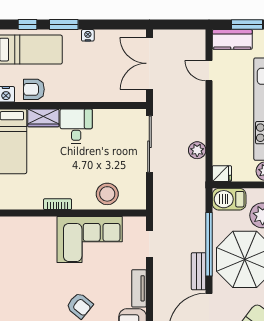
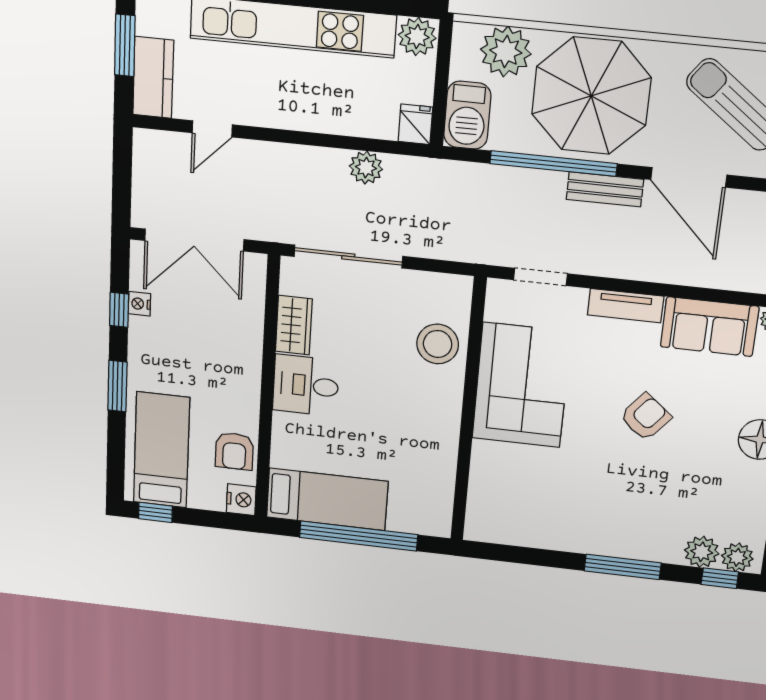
window: (28, 25) -> (119, 310), moved
nightstand: (88, 35) -> (139, 304), moved
wardrobe: (43, 118) -> (294, 325), moved
bookcase: (58, 204) -> (449, 434), removed

